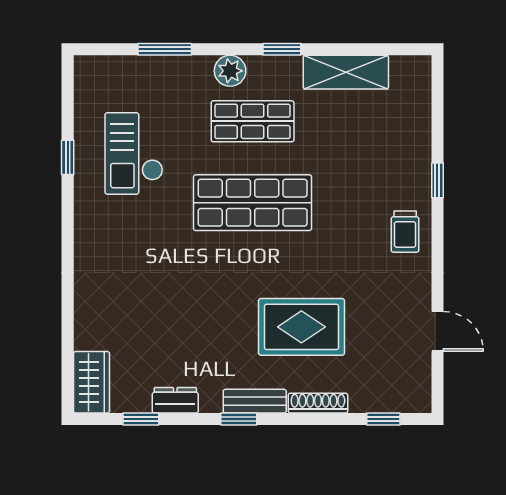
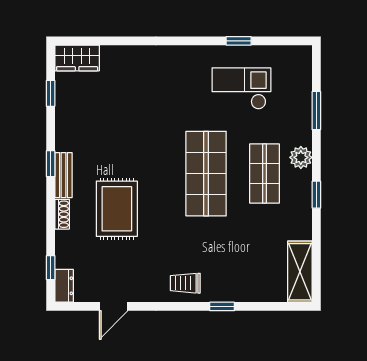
shelving: (346, 72) -> (300, 272), moved
dresser: (175, 400) -> (64, 286), moved
shoe rack: (318, 403) -> (62, 214), width x0.70

